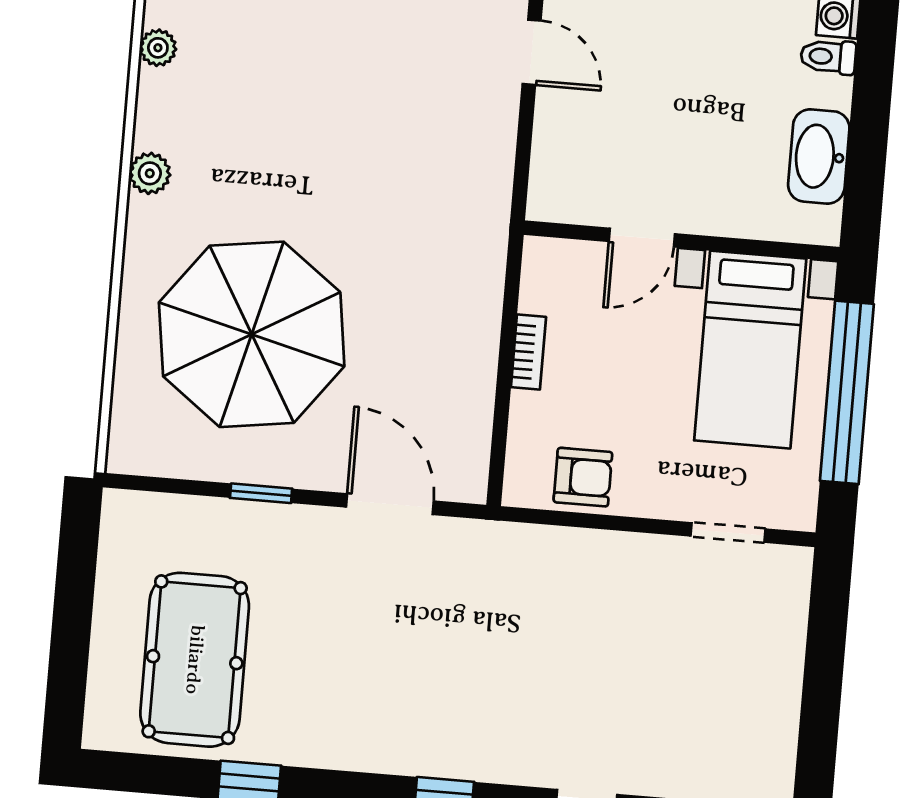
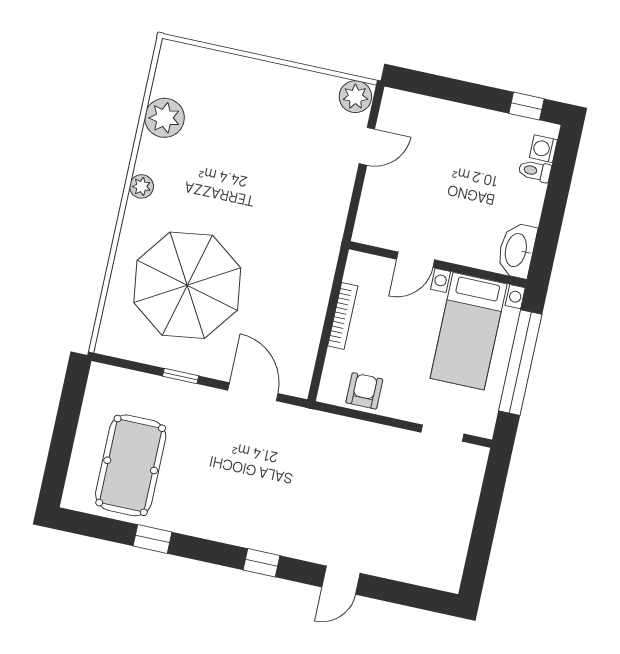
plant: (158, 48) -> (164, 118), width x1.87, depth x1.87
door: (532, 52) -> (367, 146), hinge flipped
washbasin: (819, 156) -> (517, 250), moved
bookcase: (528, 352) -> (343, 316), width x1.56
armchair: (583, 477) -> (364, 391), turned -90

